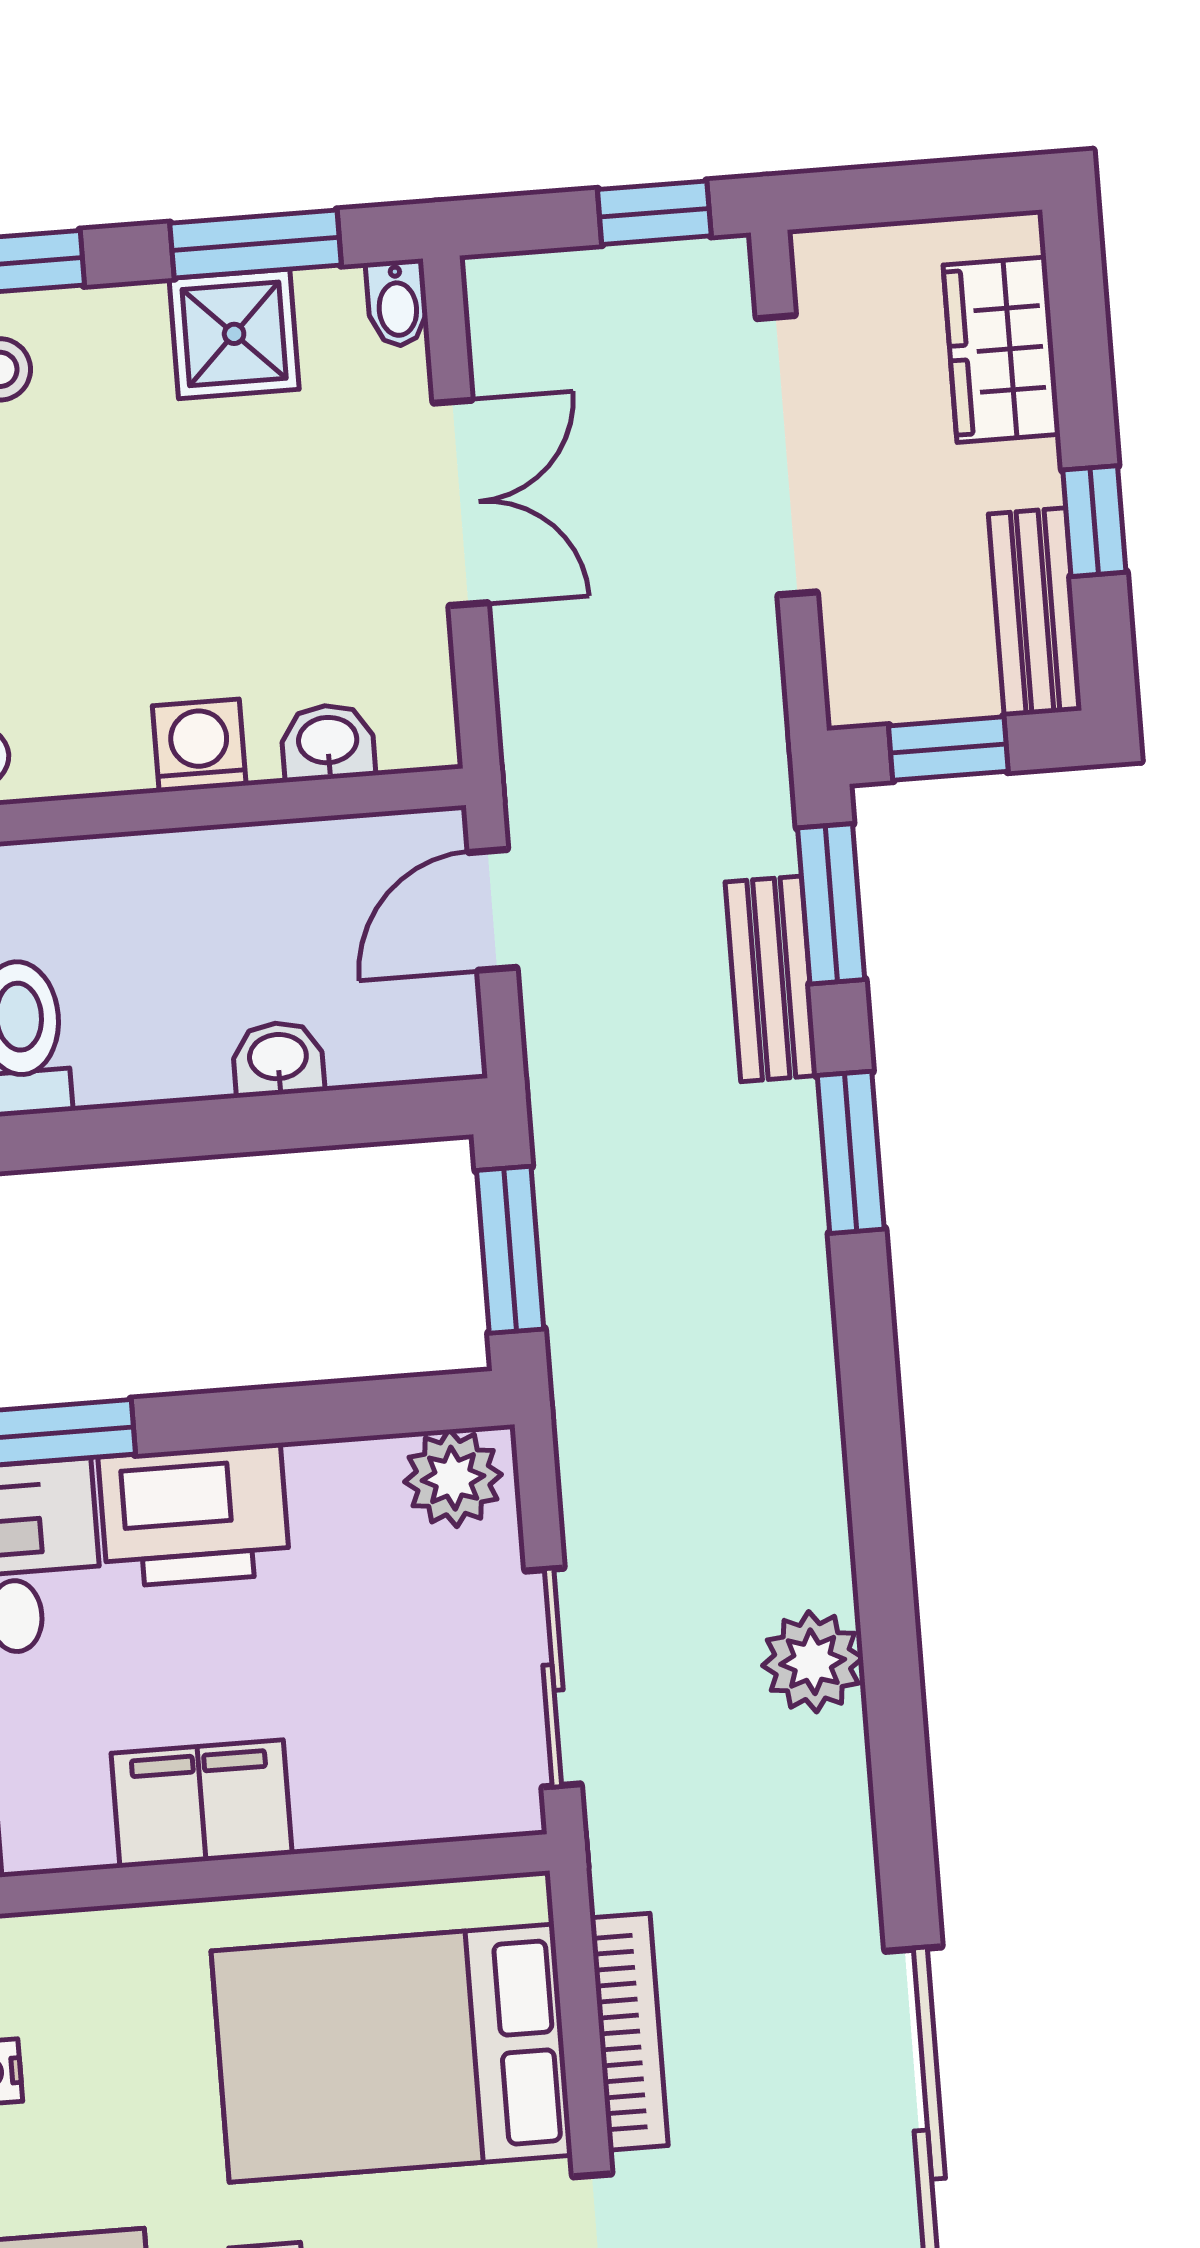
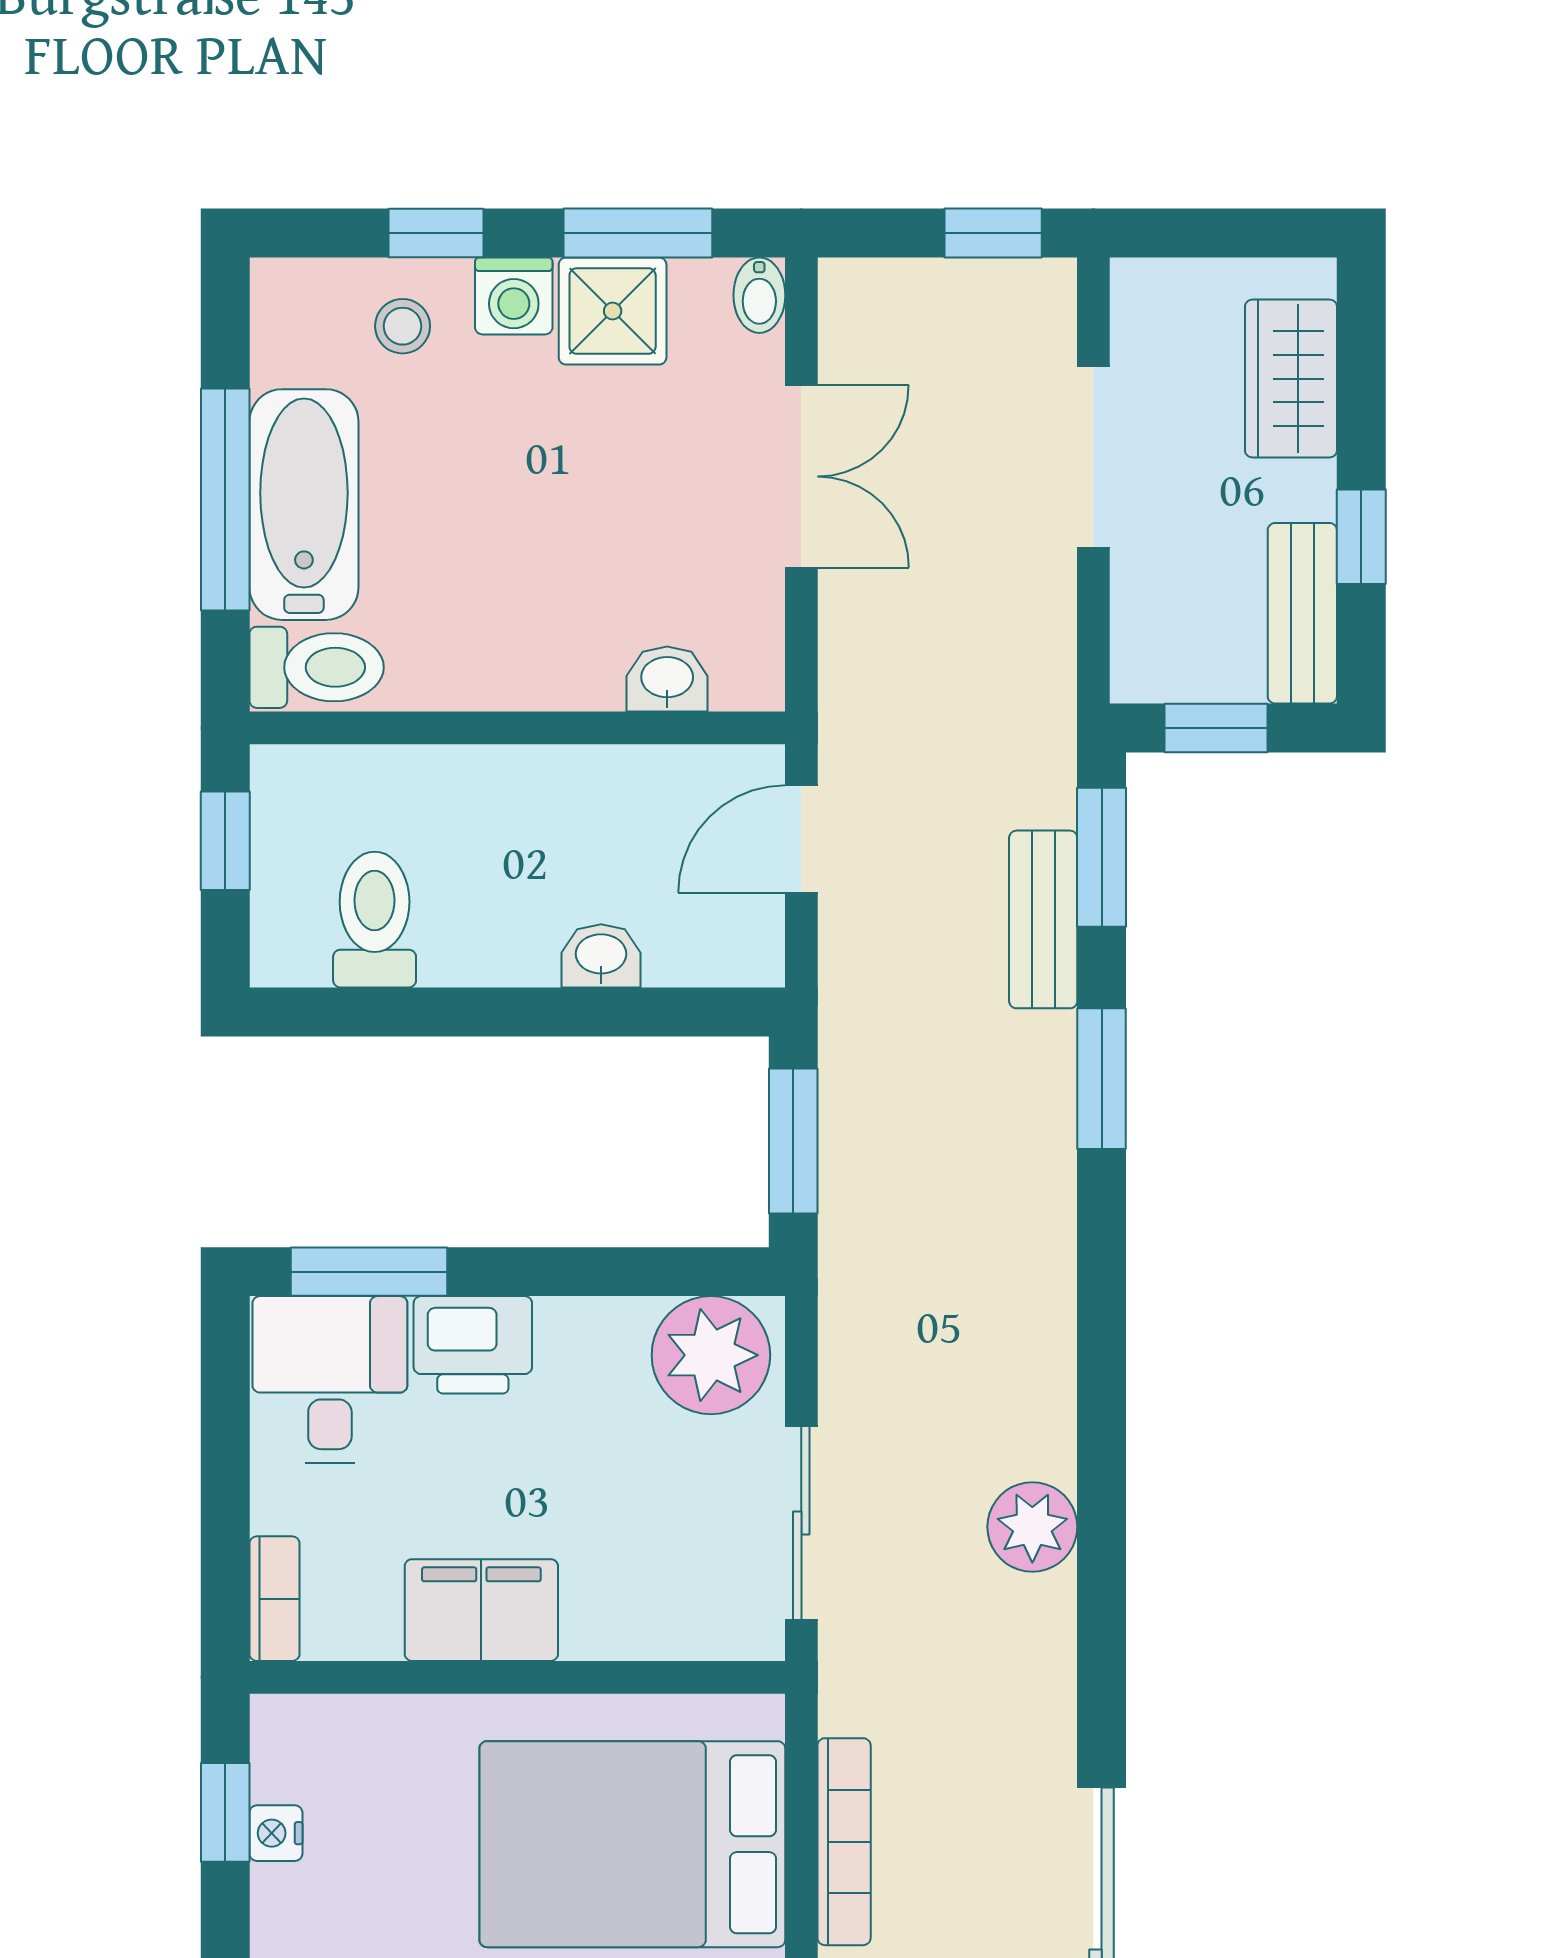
doorway: (787, 455) -> (1093, 457), width x0.73
washing machine: (199, 746) -> (514, 296), moved, turned 180
plant: (453, 1478) -> (711, 1355), width x1.36, depth x1.36
printer: (194, 1515) -> (473, 1345), width x0.73, depth x0.84

